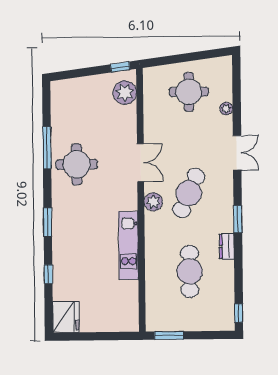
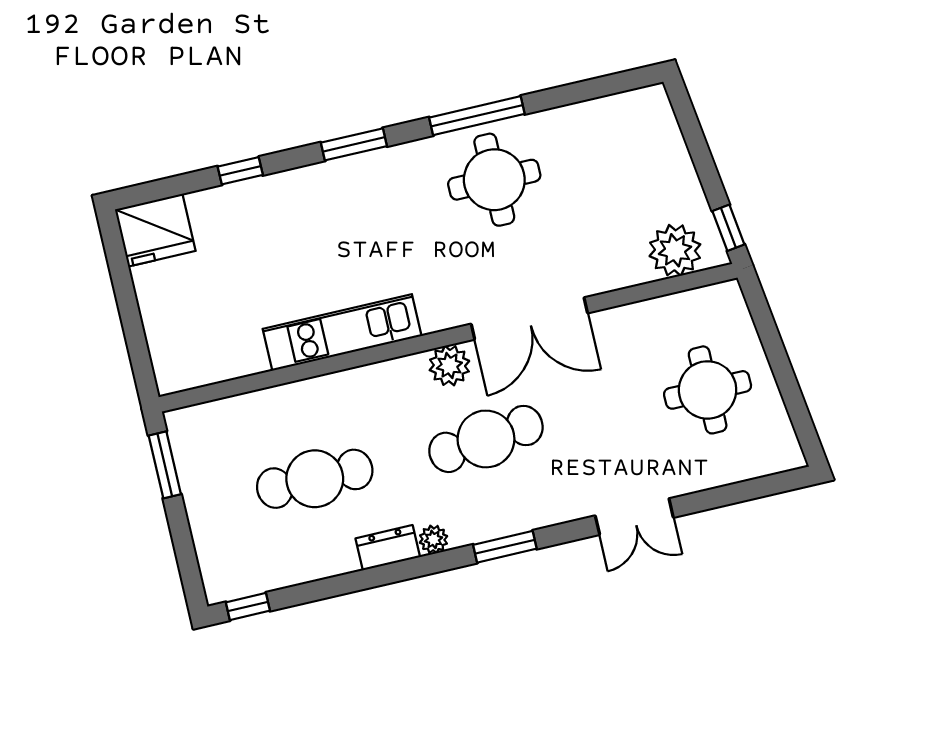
plant: (226, 109) -> (433, 539), moved
window: (47, 148) -> (477, 116), moved
double door: (237, 153) -> (634, 517), moved
double door: (141, 163) -> (529, 319), width x1.37
cafe table: (189, 193) -> (486, 439), turned -30
window: (238, 219) -> (505, 547), moved

